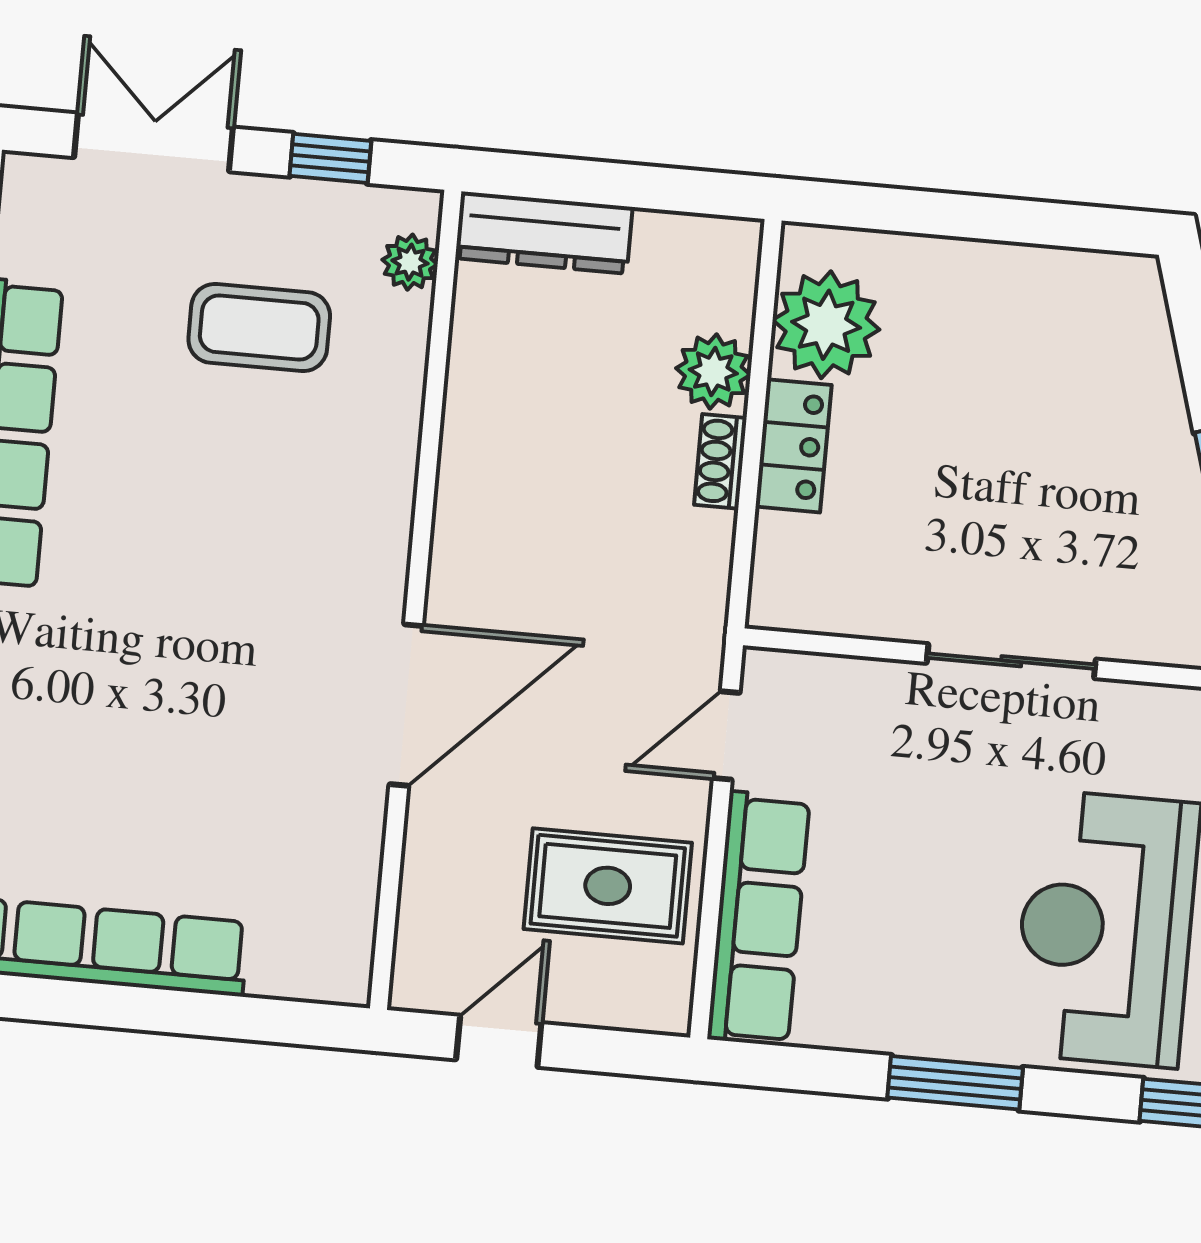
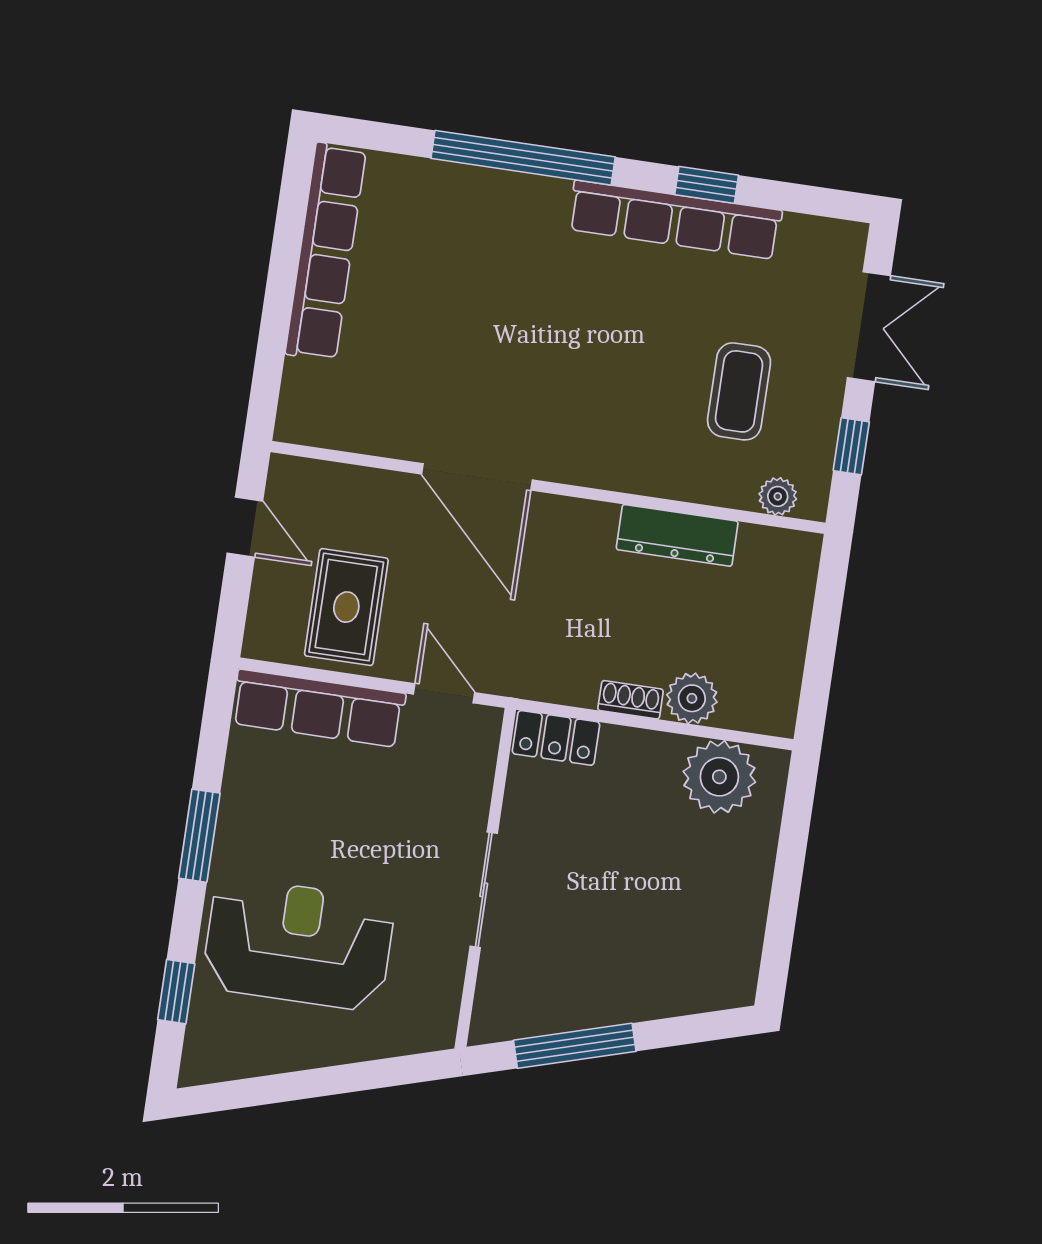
dresser: (544, 233) -> (677, 535), moved, turned -90
locker: (794, 446) -> (556, 738), moved

